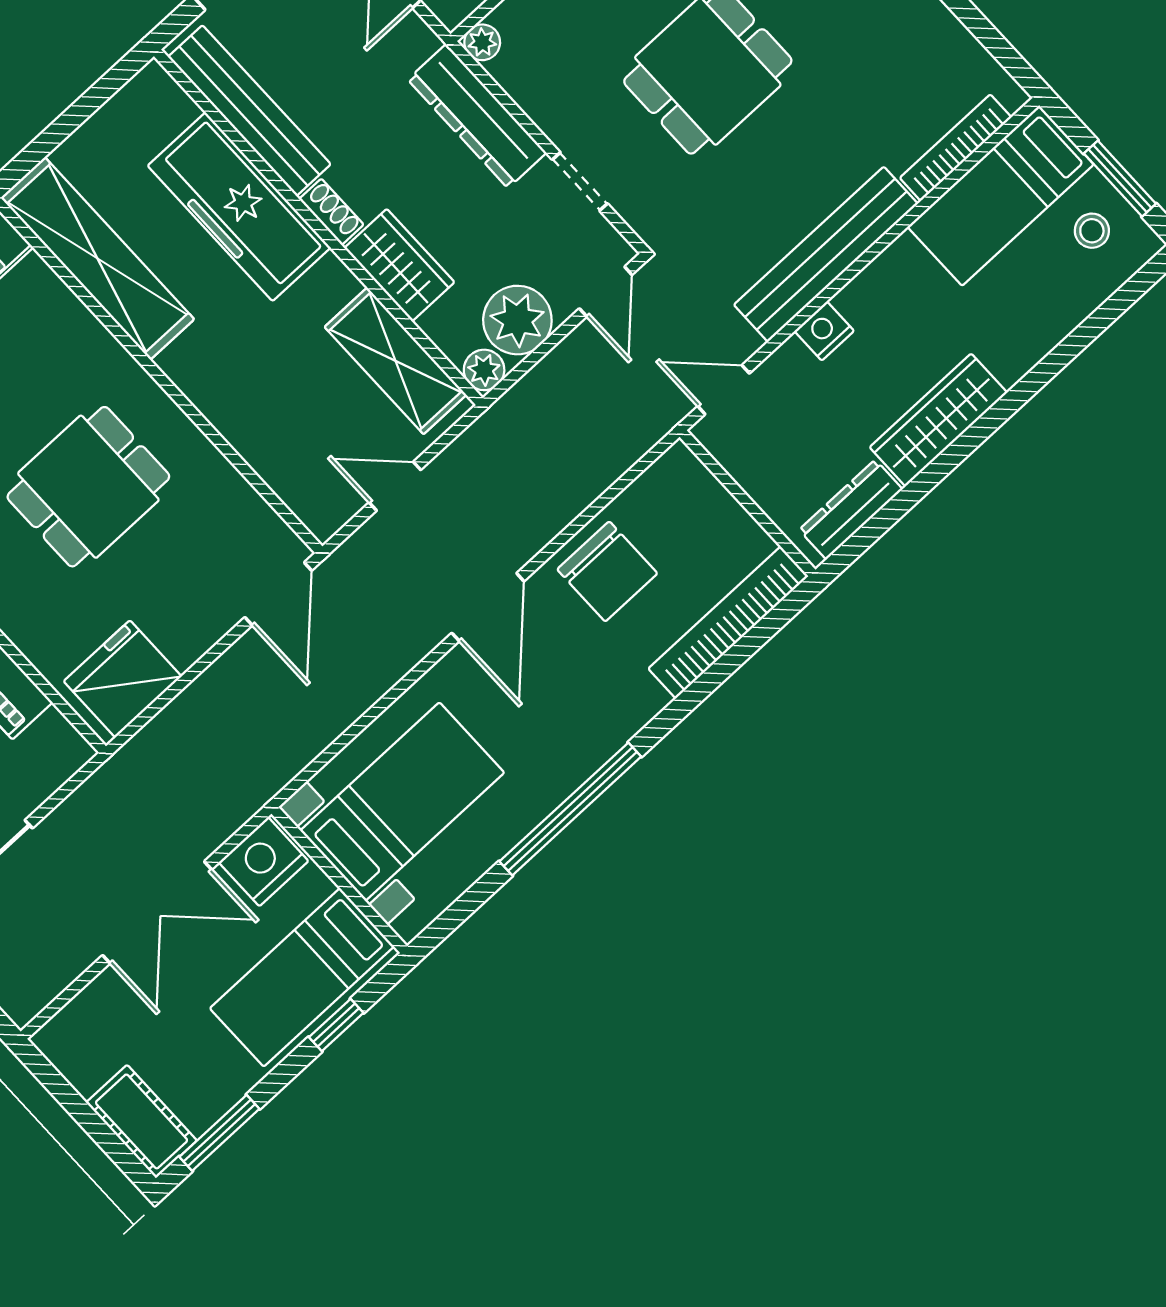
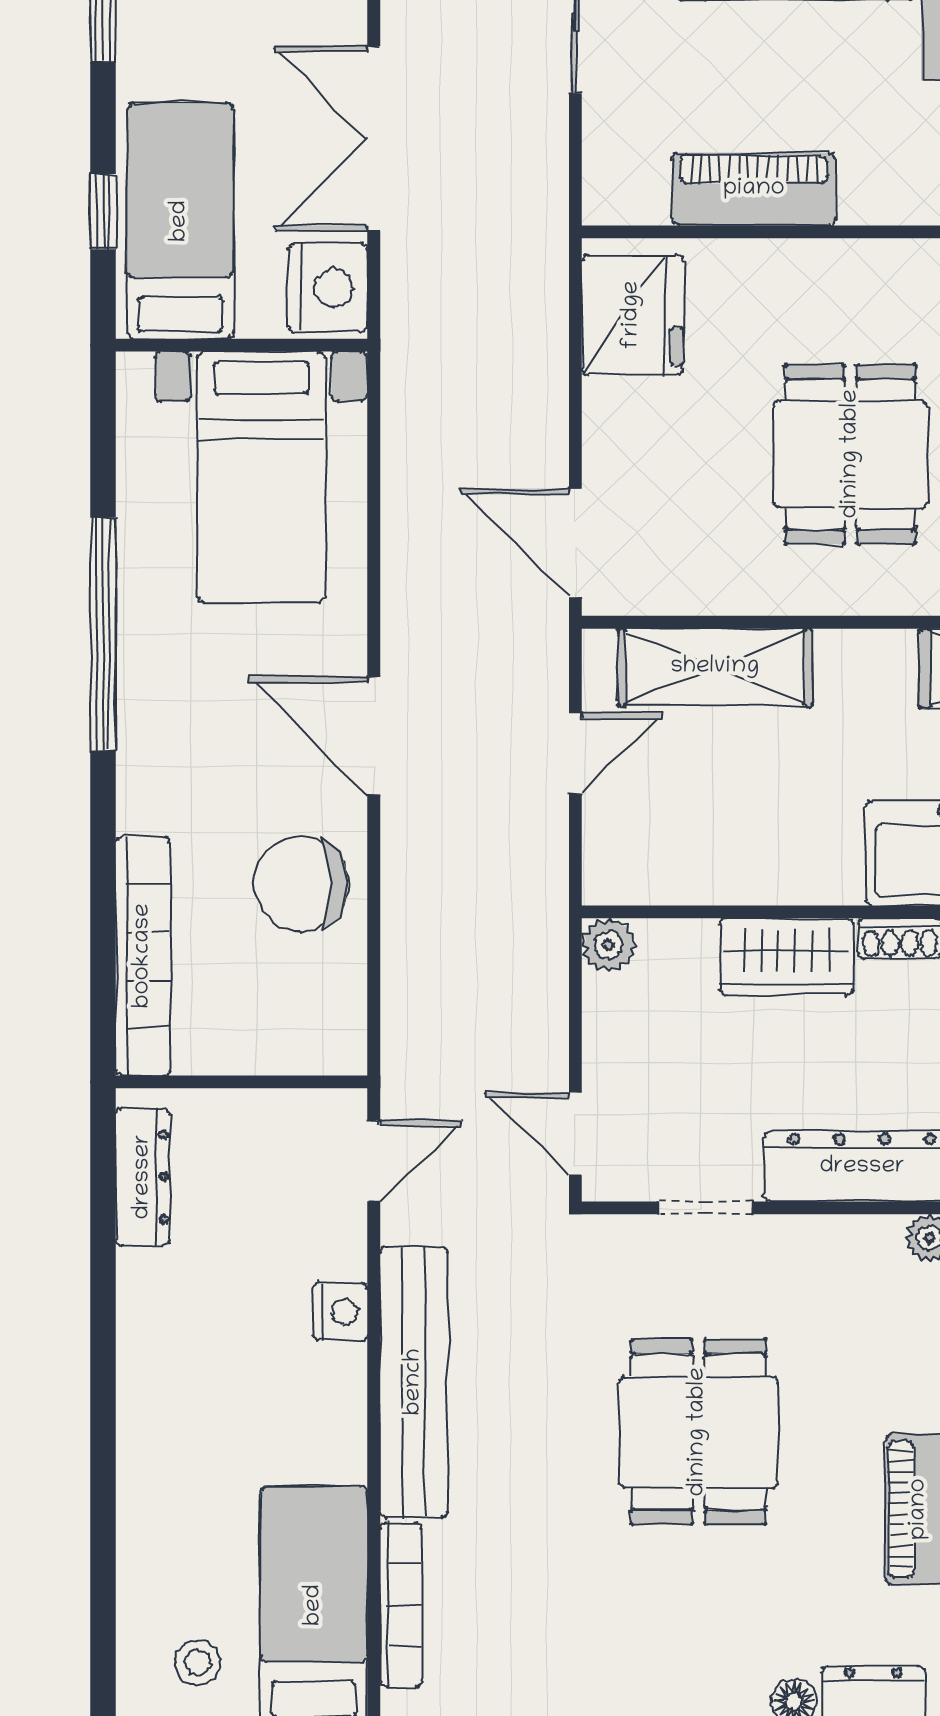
plant: (517, 320) -> (627, 1022), removed
shelving: (395, 361) -> (715, 667), moved
wardrobe: (938, 420) -> (151, 1343), removed

